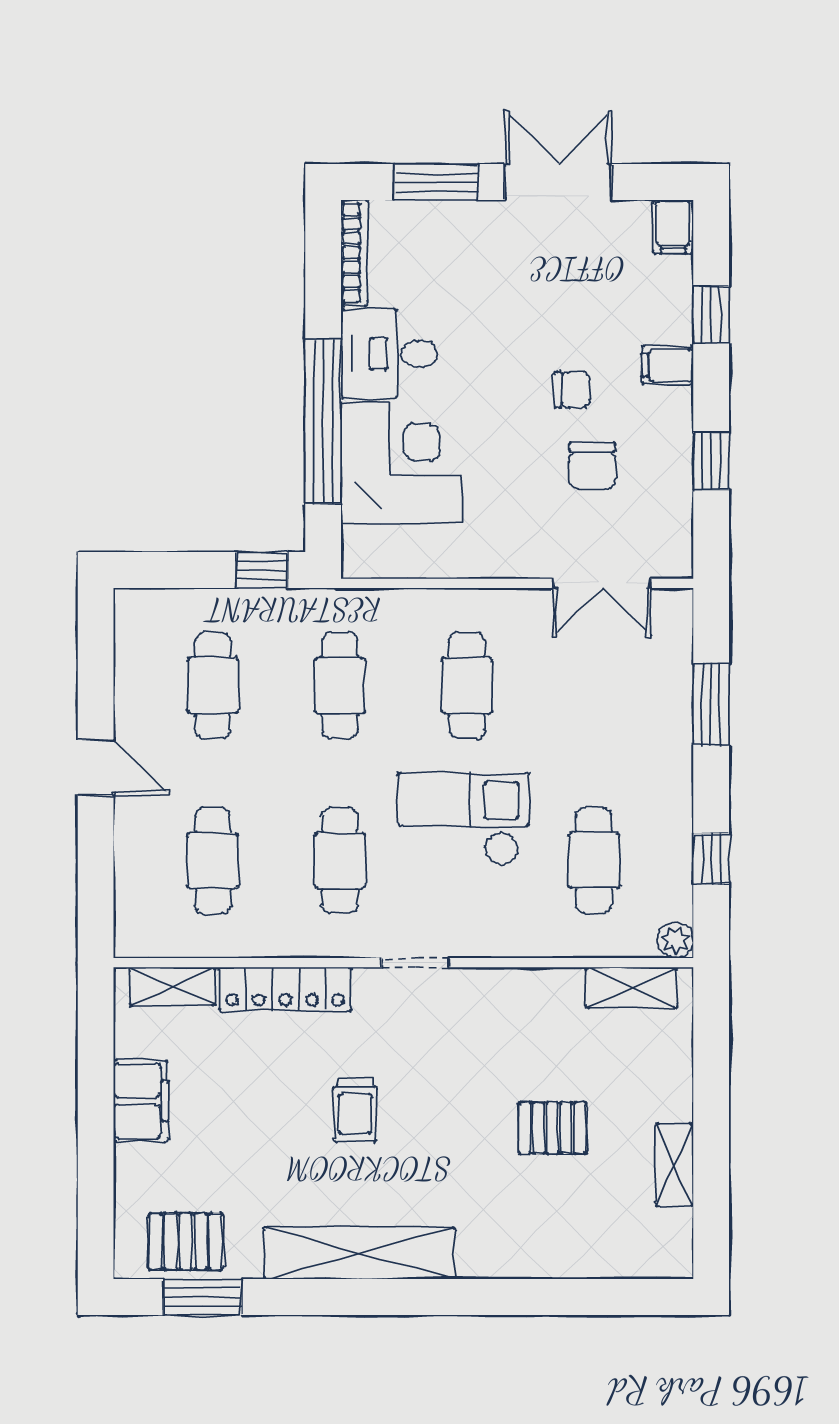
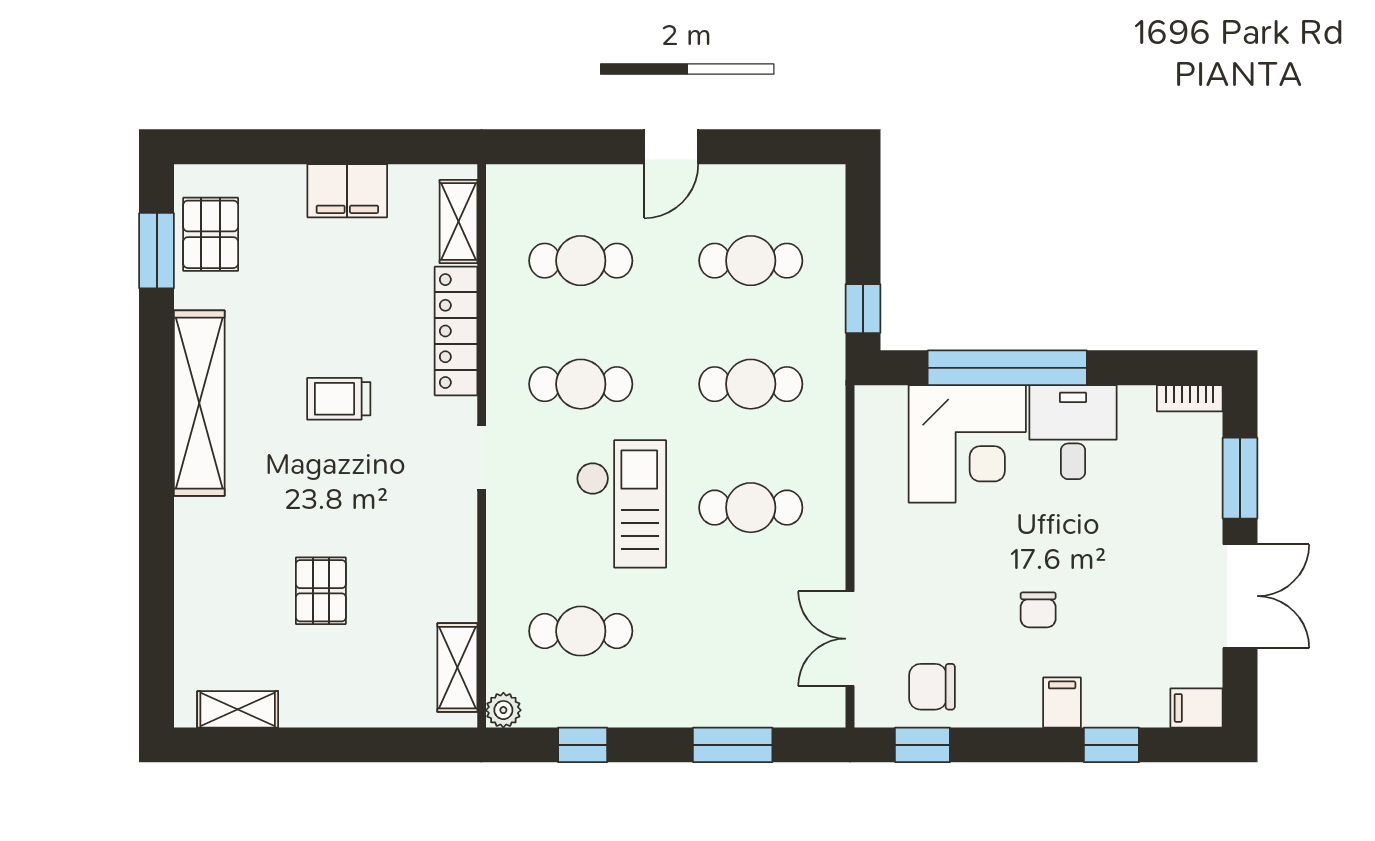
bookcase: (354, 253) -> (1190, 398), width x0.64
window: (711, 461) -> (922, 745), moved
chair: (592, 466) -> (932, 687), moved
shelving: (675, 1165) -> (238, 709), moved

